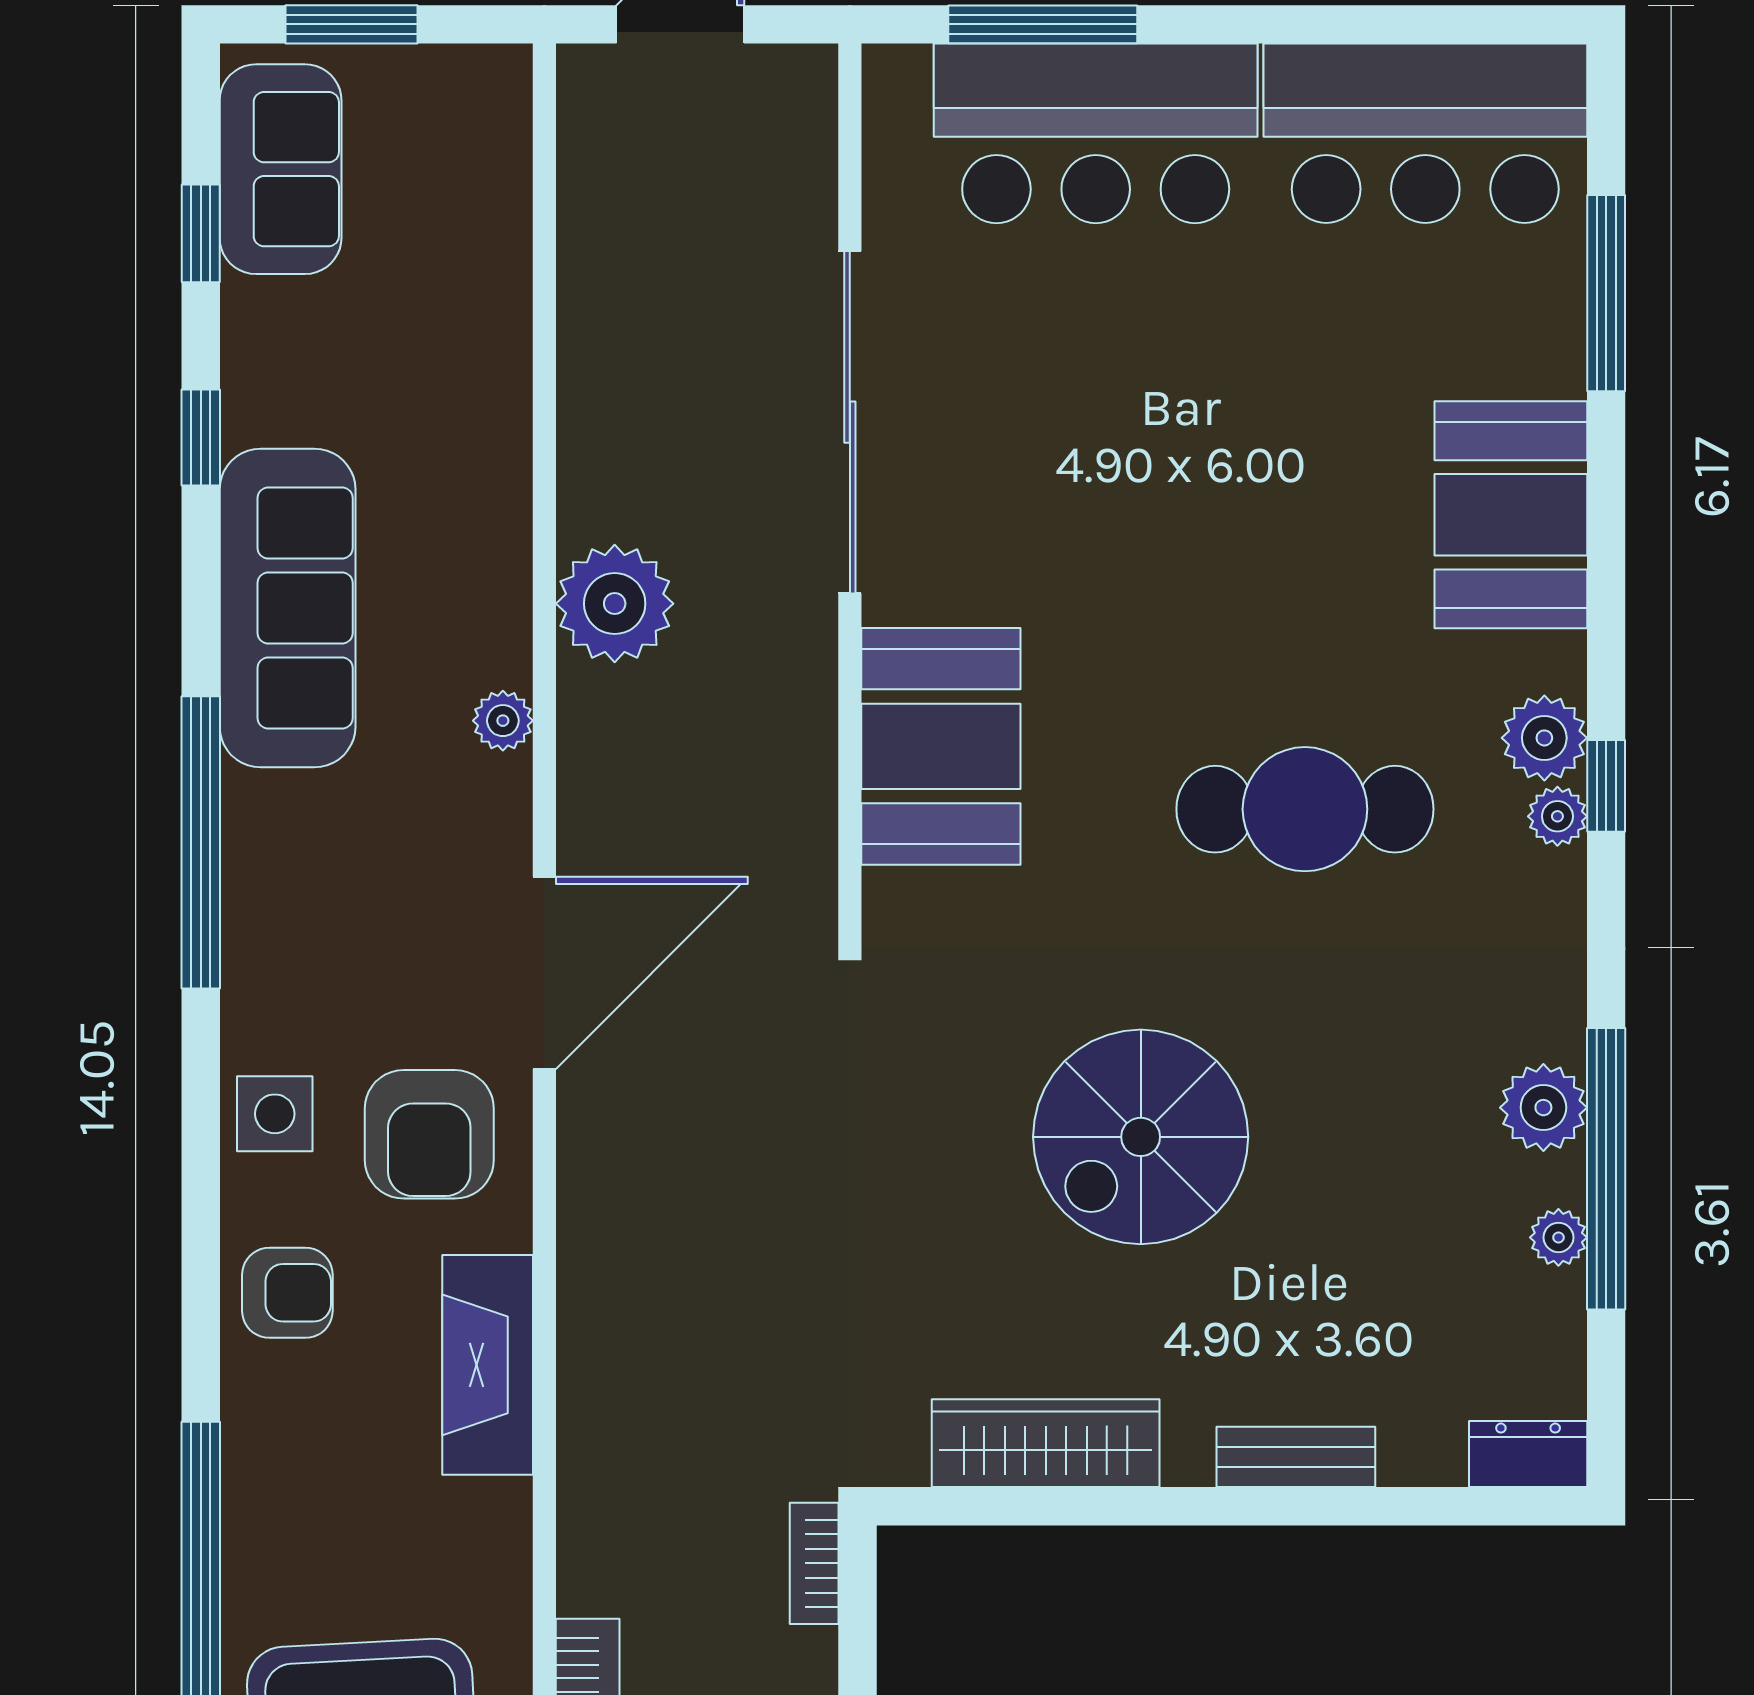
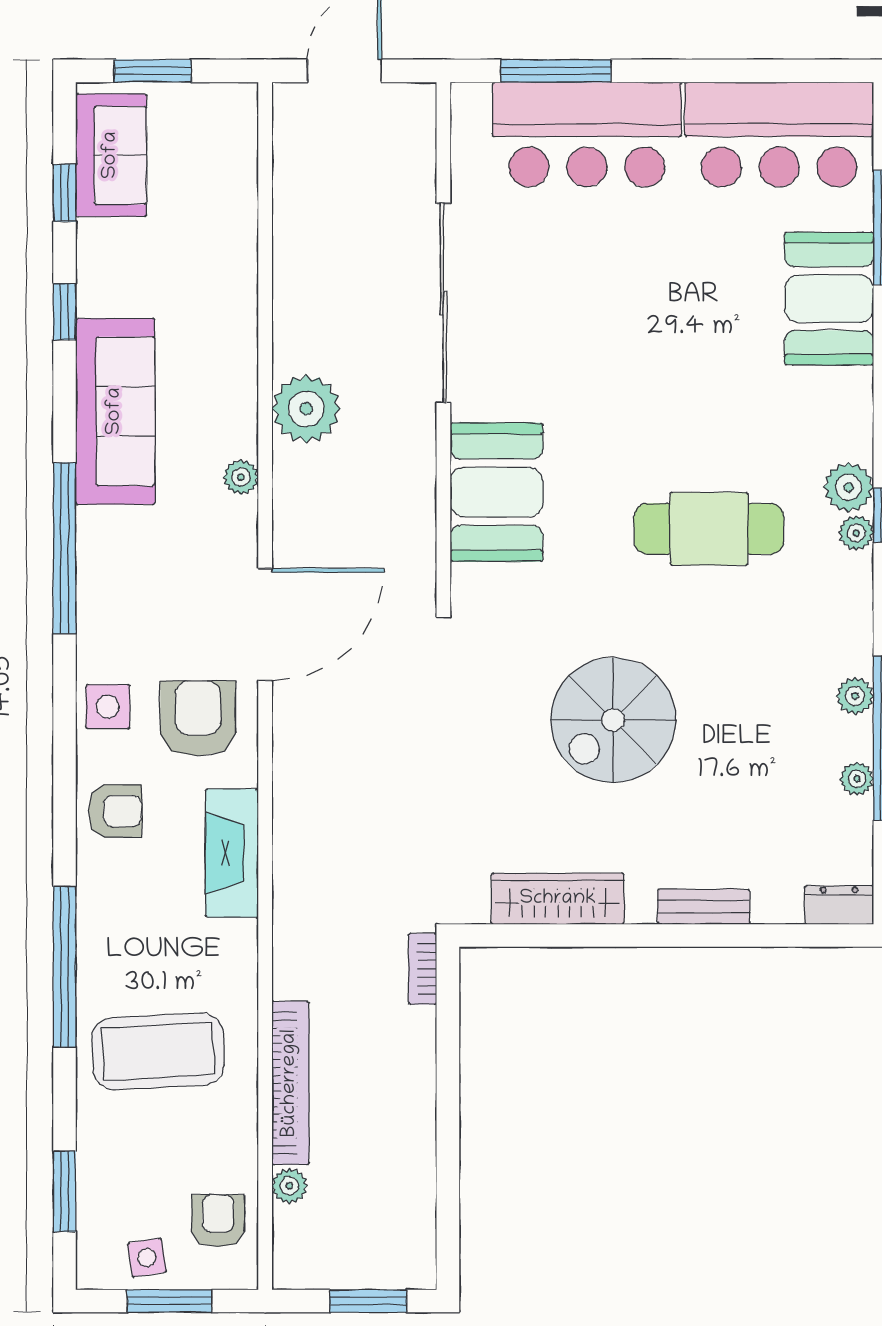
booth: (1511, 515) -> (829, 299), moved
plant: (1543, 1108) -> (855, 696), width x0.73, depth x0.73
armchair: (429, 1134) -> (198, 718), turned 180

